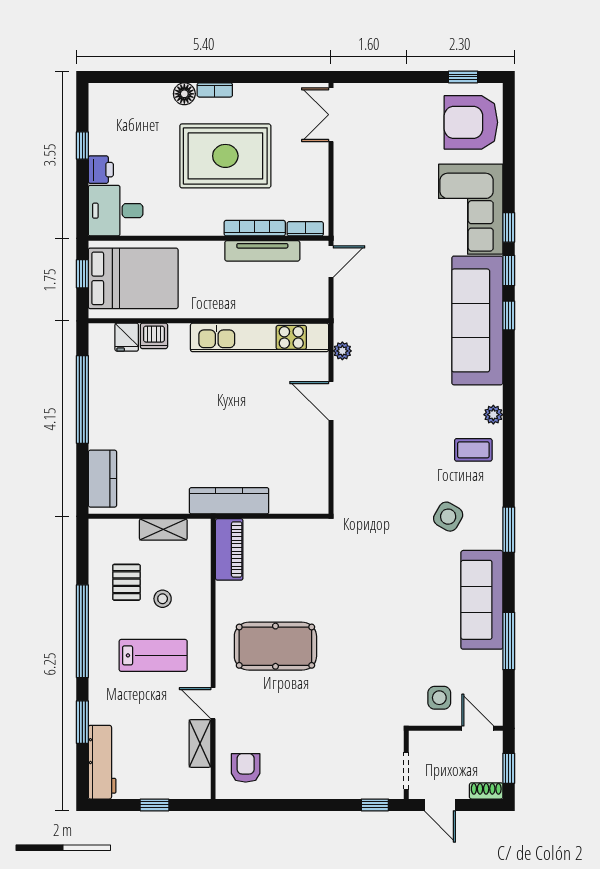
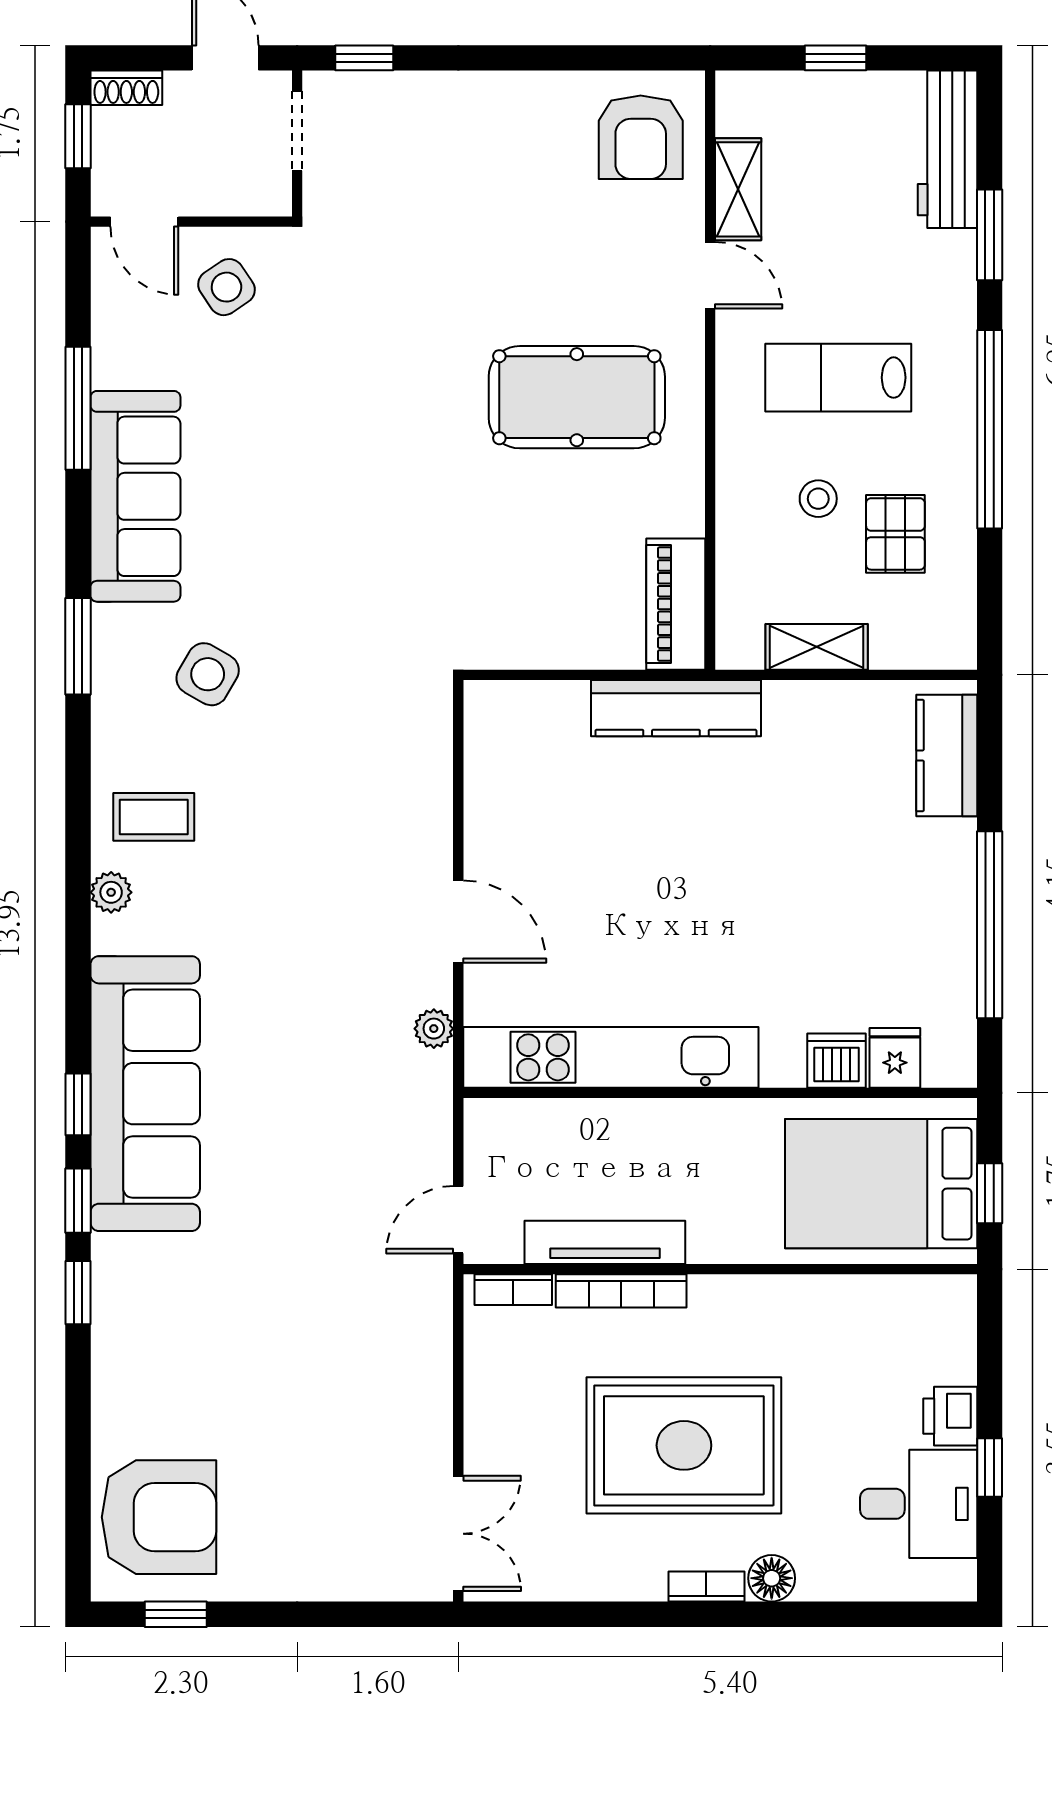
corner sofa: (471, 209) -> (159, 1331), removed
desk: (116, 211) -> (919, 1504), moved
side table: (439, 698) -> (226, 287), turned -34
armchair: (246, 768) -> (641, 137), width x1.38, depth x1.38

